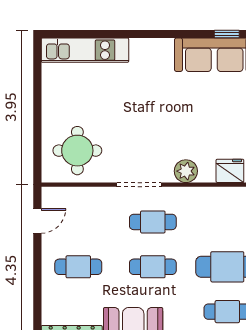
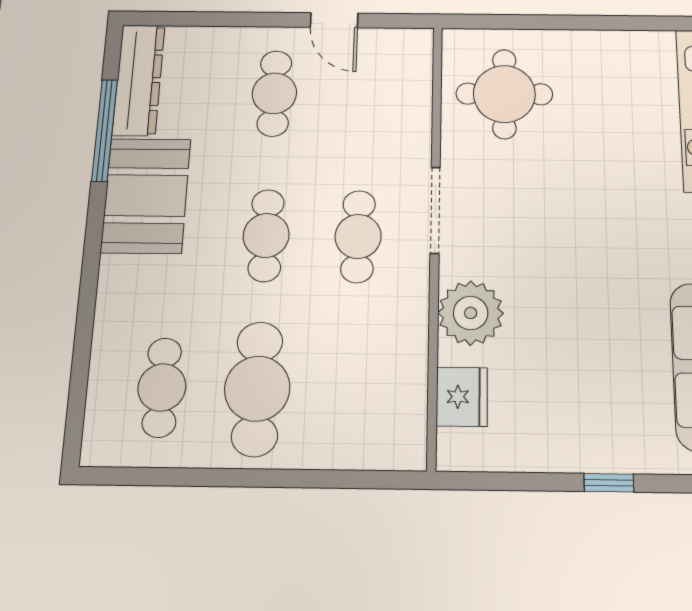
plant: (186, 171) -> (471, 313), width x1.36, depth x1.36
door: (37, 221) -> (334, 20), moved

